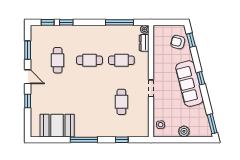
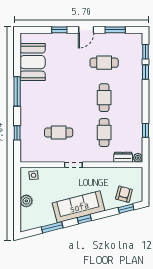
window: (119, 22) -> (146, 130), width x0.46
window: (212, 124) -> (52, 227), moved

